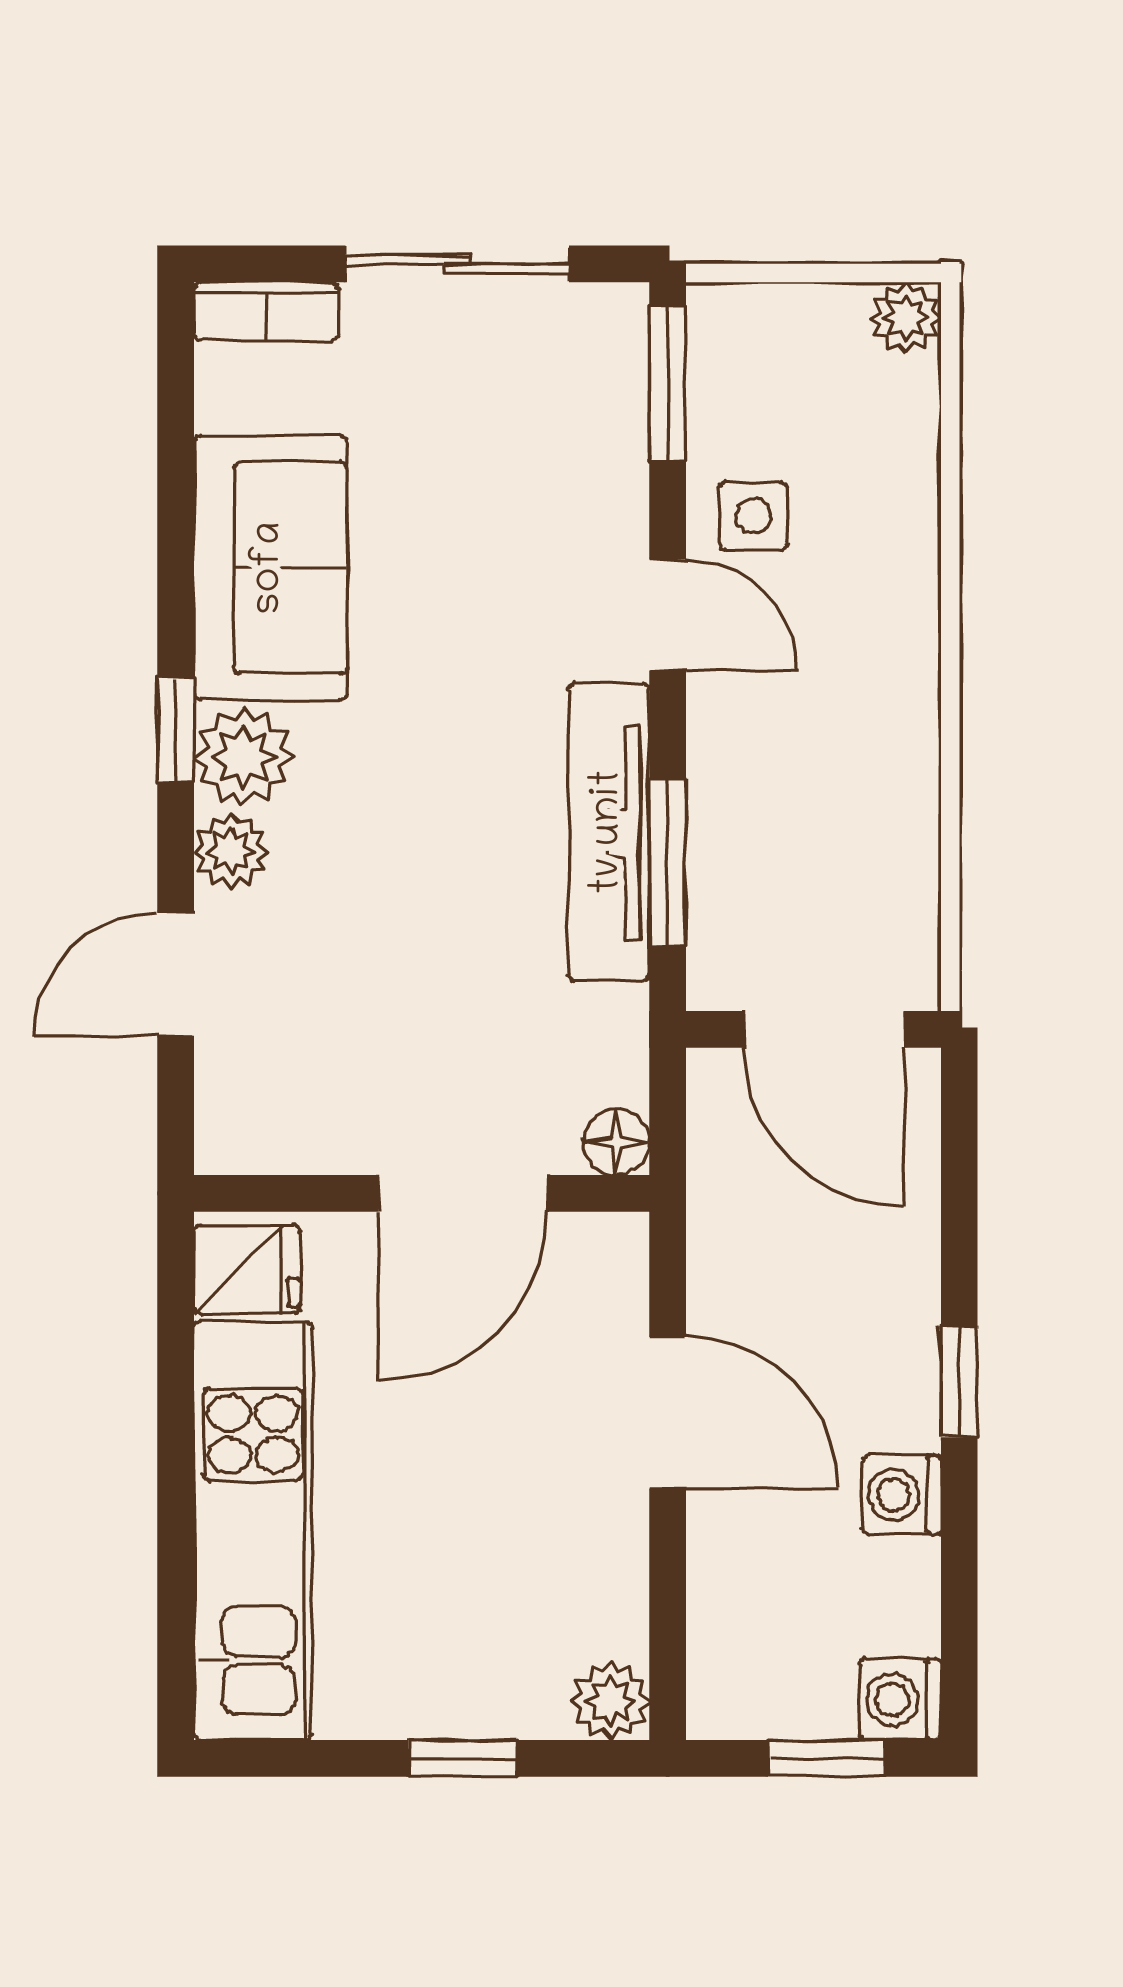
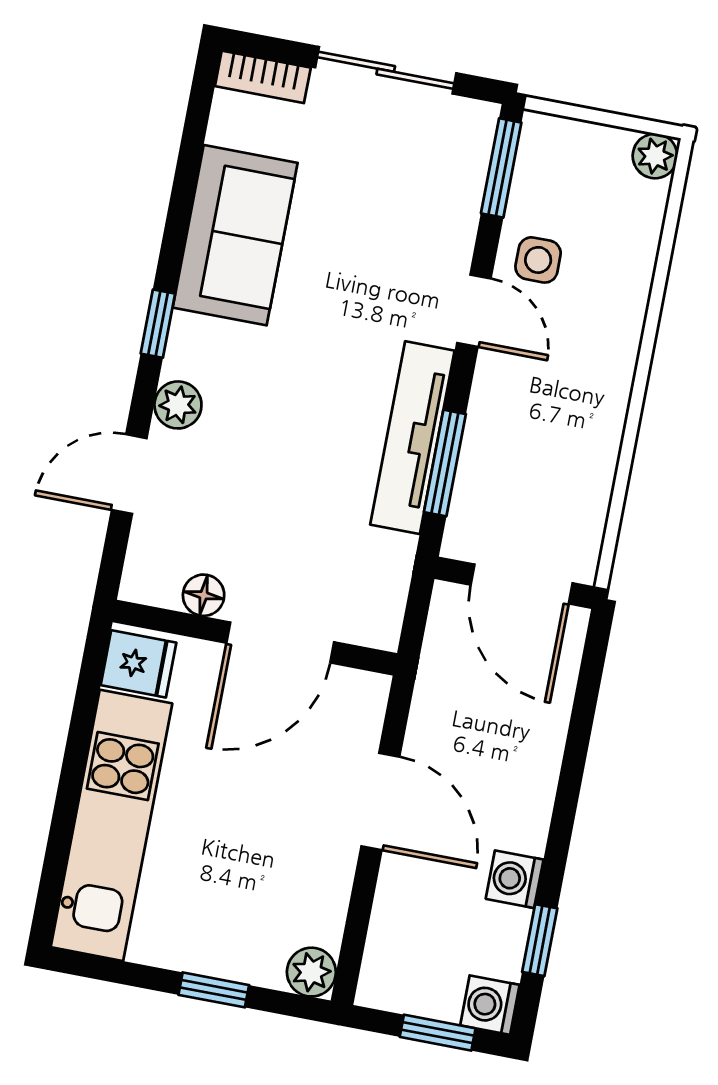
plant: (243, 757) -> (196, 348), removed
floor lamp: (616, 1142) -> (204, 595), moved
window: (959, 1382) -> (540, 940), moved

